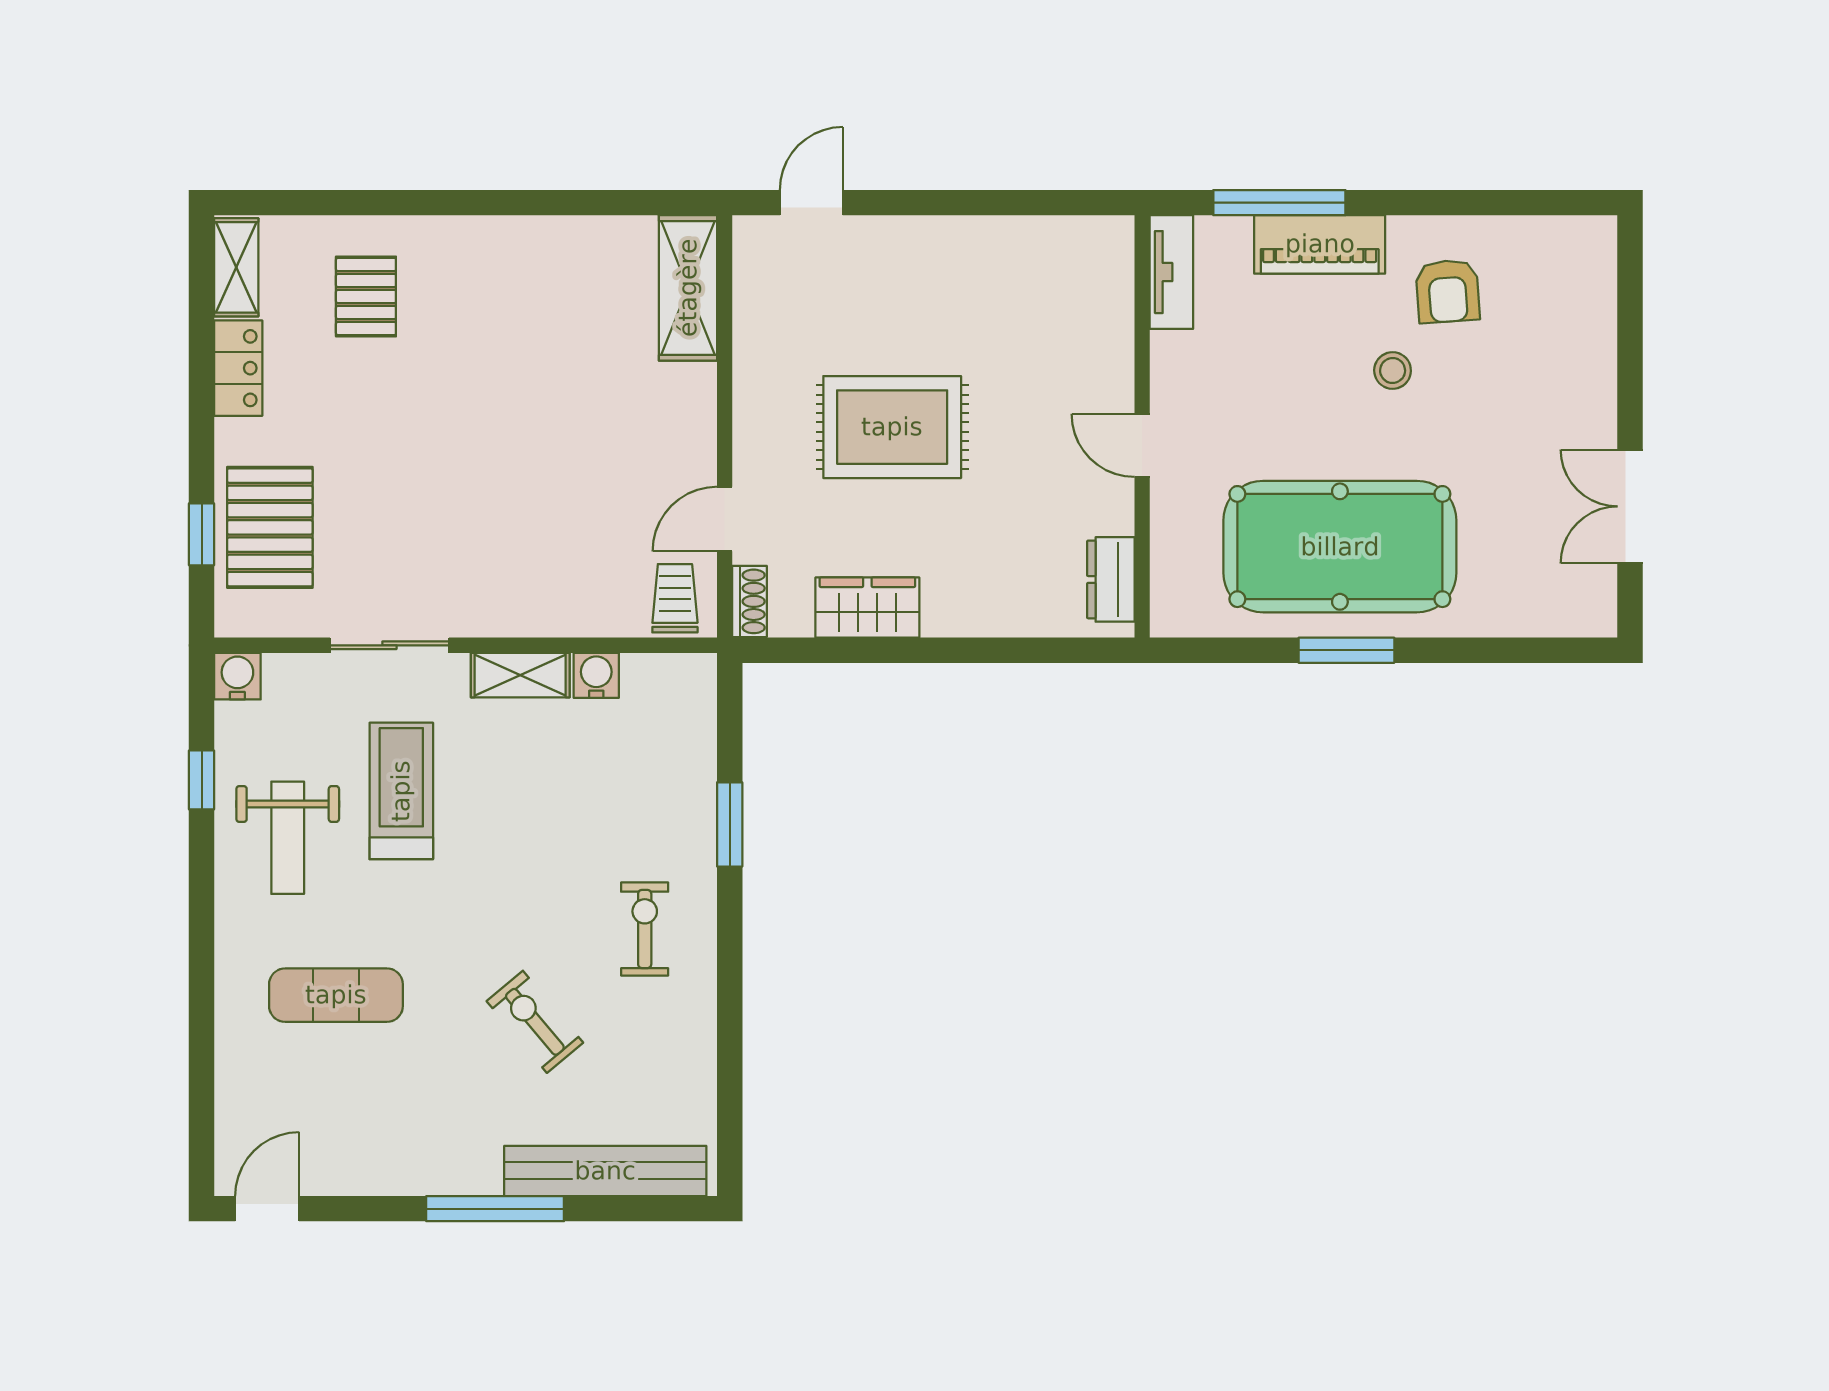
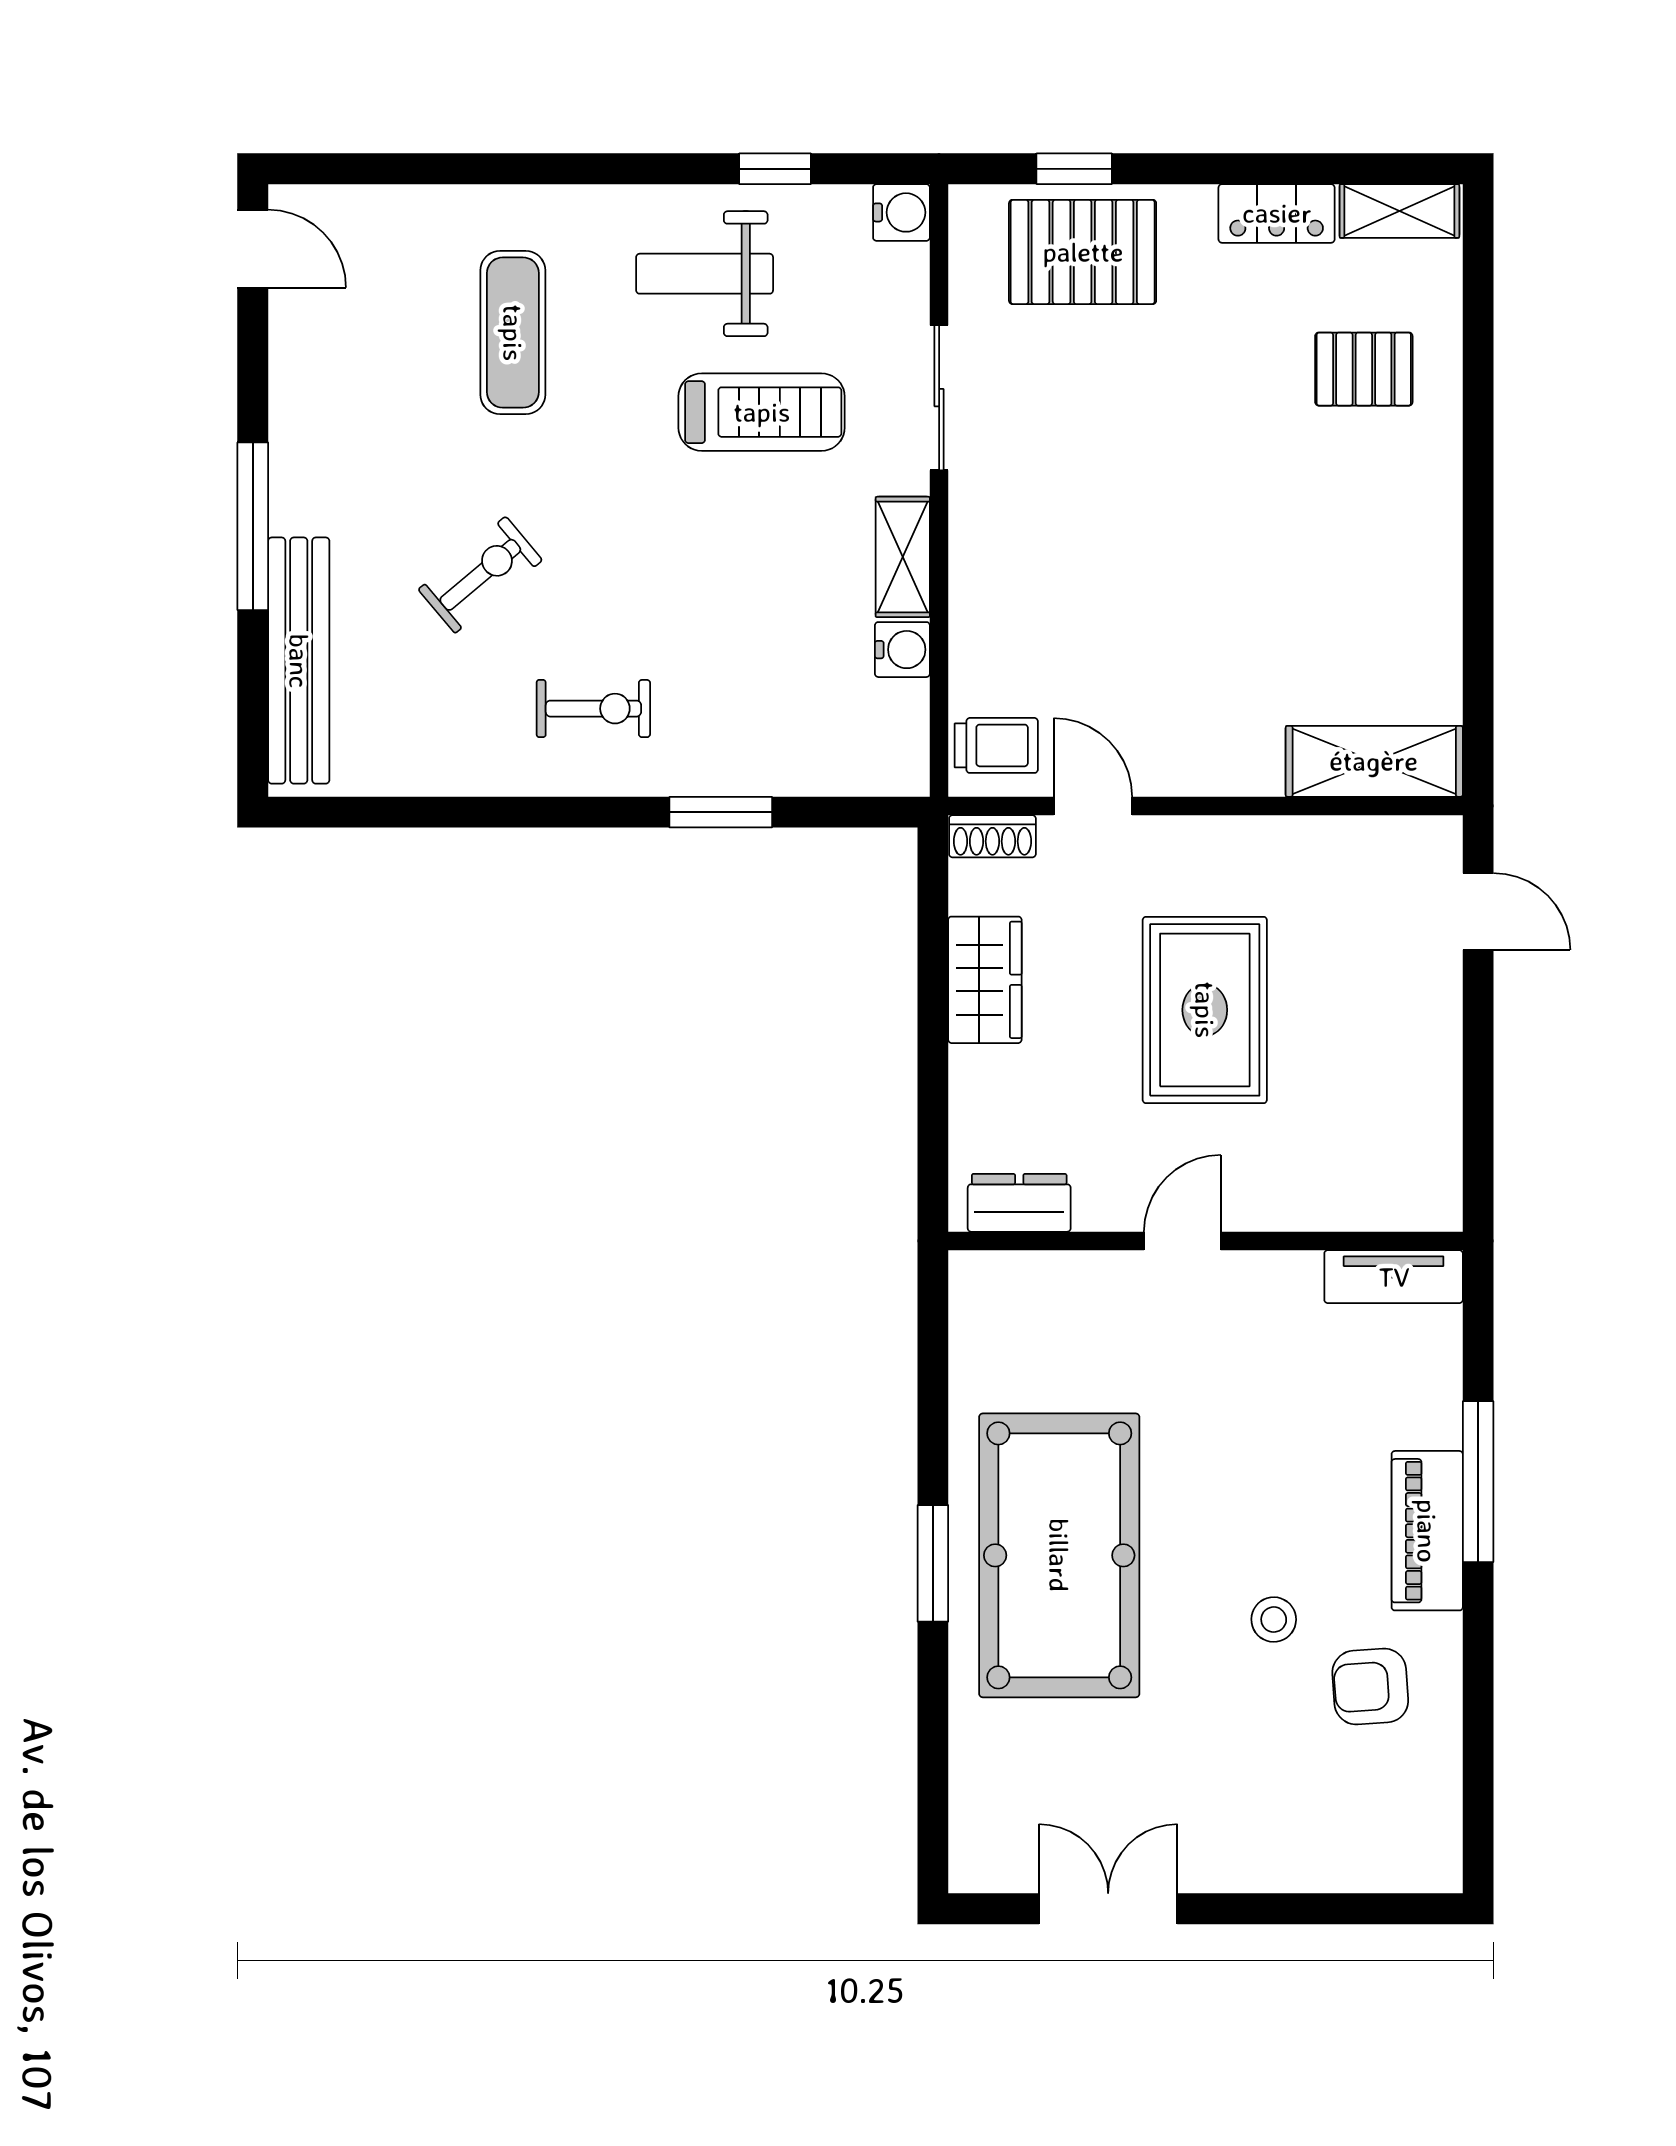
tv unit: (1171, 272) -> (1394, 1277), moved
wall: (1142, 426) -> (1206, 1241), moved
door: (1142, 445) -> (1182, 1241), moved
dresser: (1111, 579) -> (1019, 1203), moved

